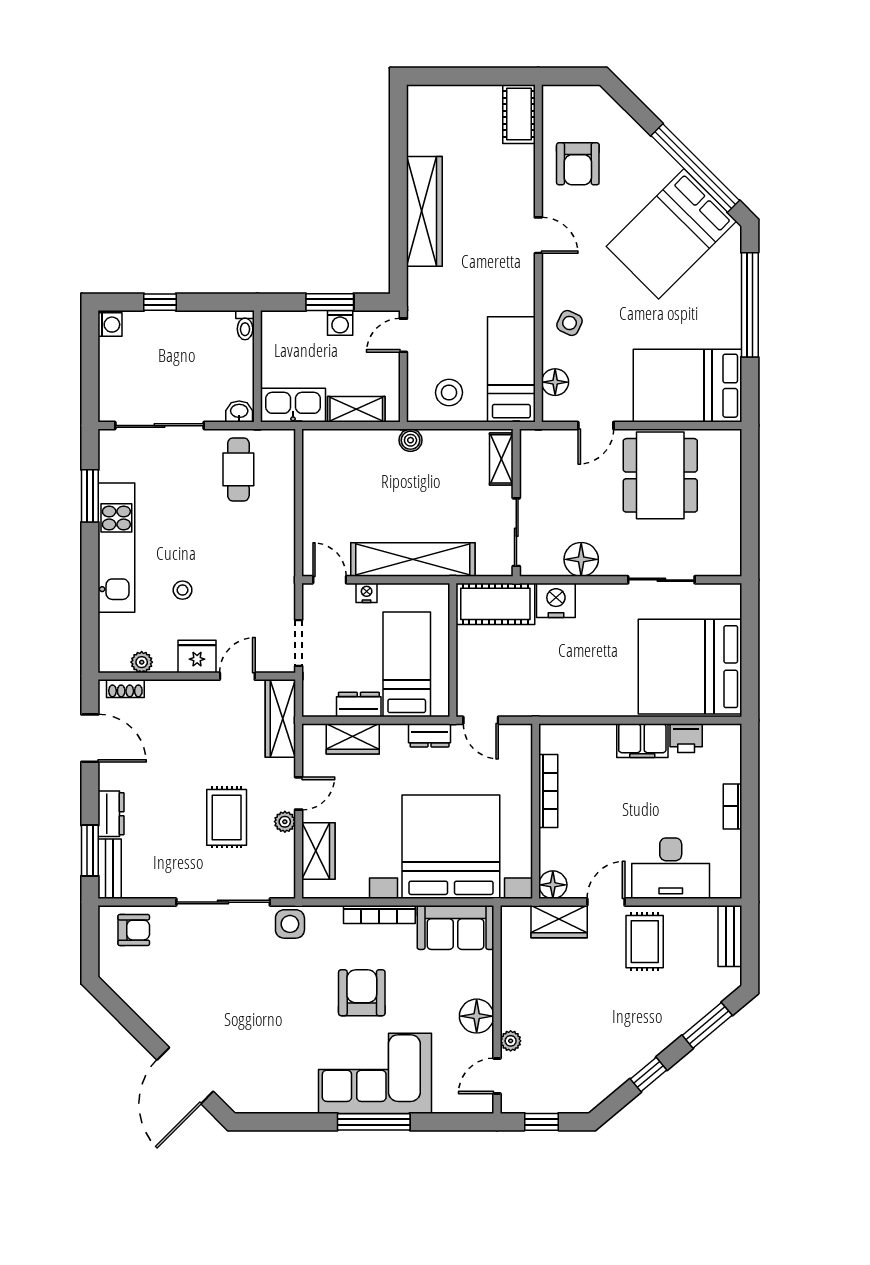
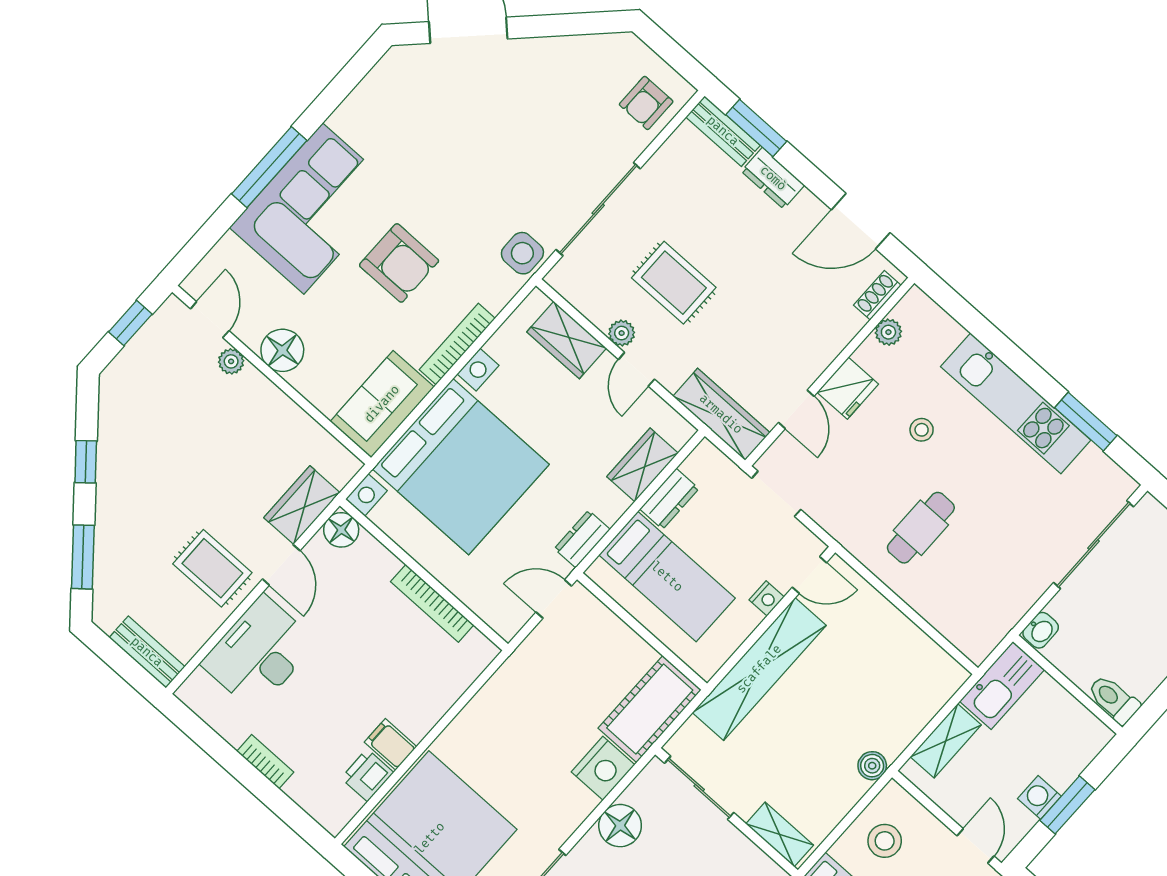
toilet: (245, 325) -> (1114, 699), width x1.37, depth x1.39
cafe table: (238, 469) -> (921, 528), moved, turned 90
filing cabinet: (642, 741) -> (391, 744), width x0.50

